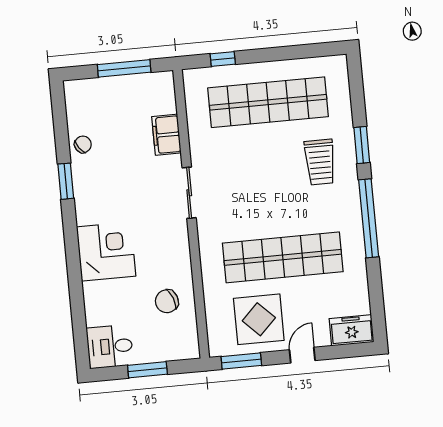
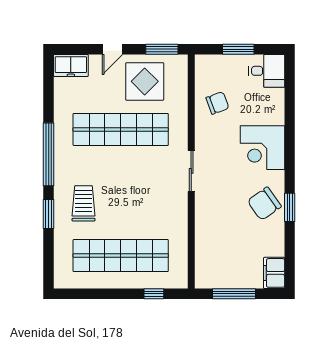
filing cabinet: (166, 135) -> (274, 273), moved, turned 180
chair: (83, 144) -> (264, 204), moved, width x1.87, depth x1.87
sliding door: (189, 193) -> (191, 171), moved

